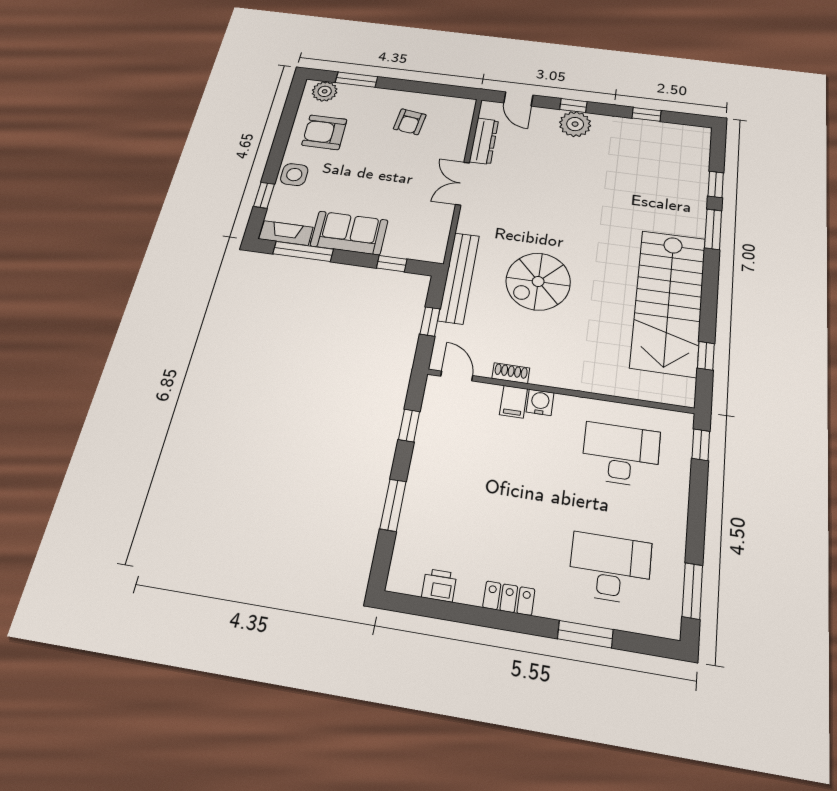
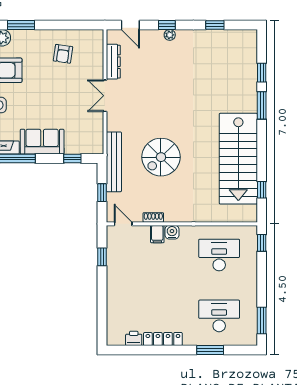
plant: (575, 124) -> (170, 35), width x0.53, depth x0.53
window: (393, 505) -> (102, 302), removed
locker: (509, 598) -> (163, 339), width x1.53

